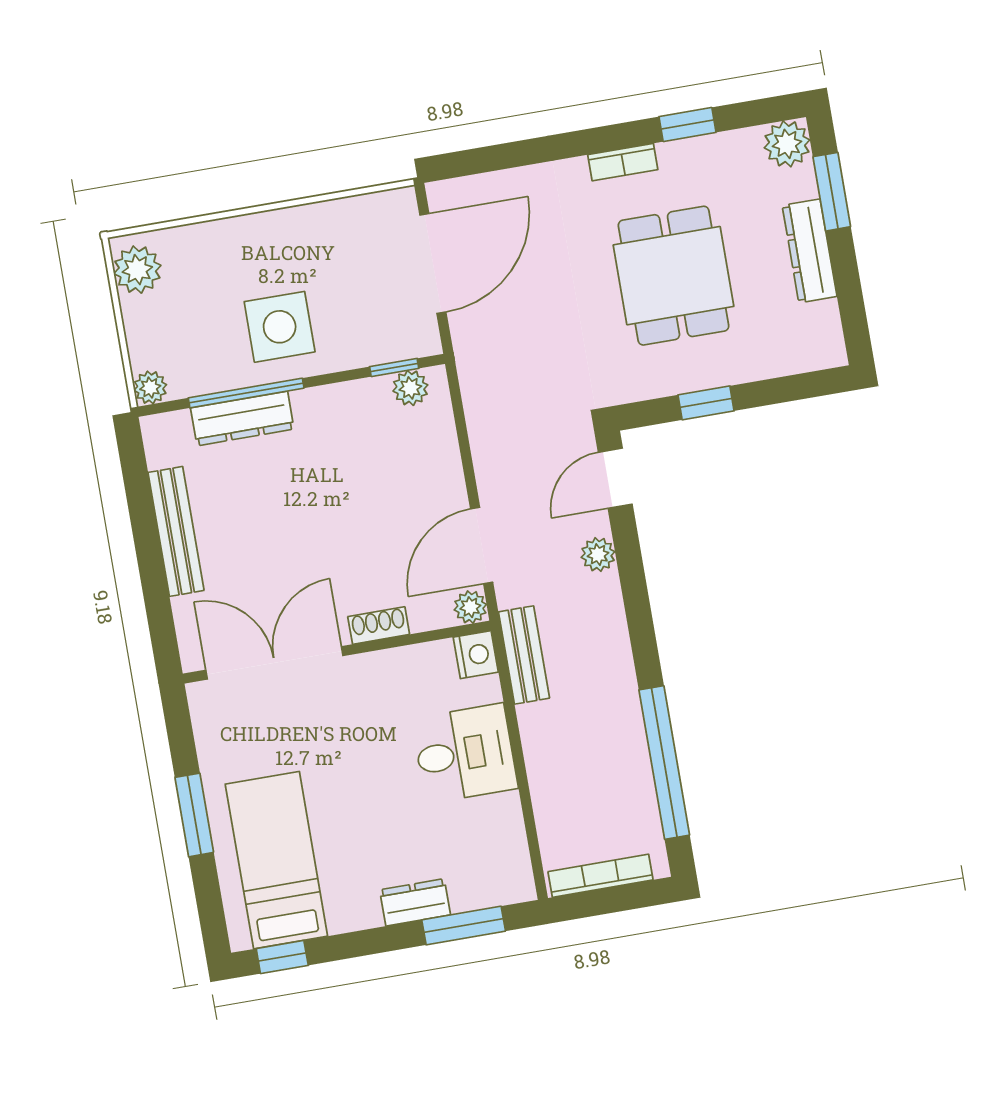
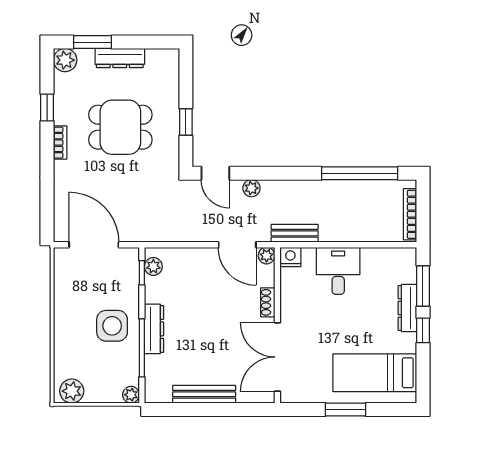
dresser: (242, 418) -> (154, 329), moved
dresser: (415, 902) -> (407, 308), width x1.44
window: (282, 957) -> (423, 330), moved

